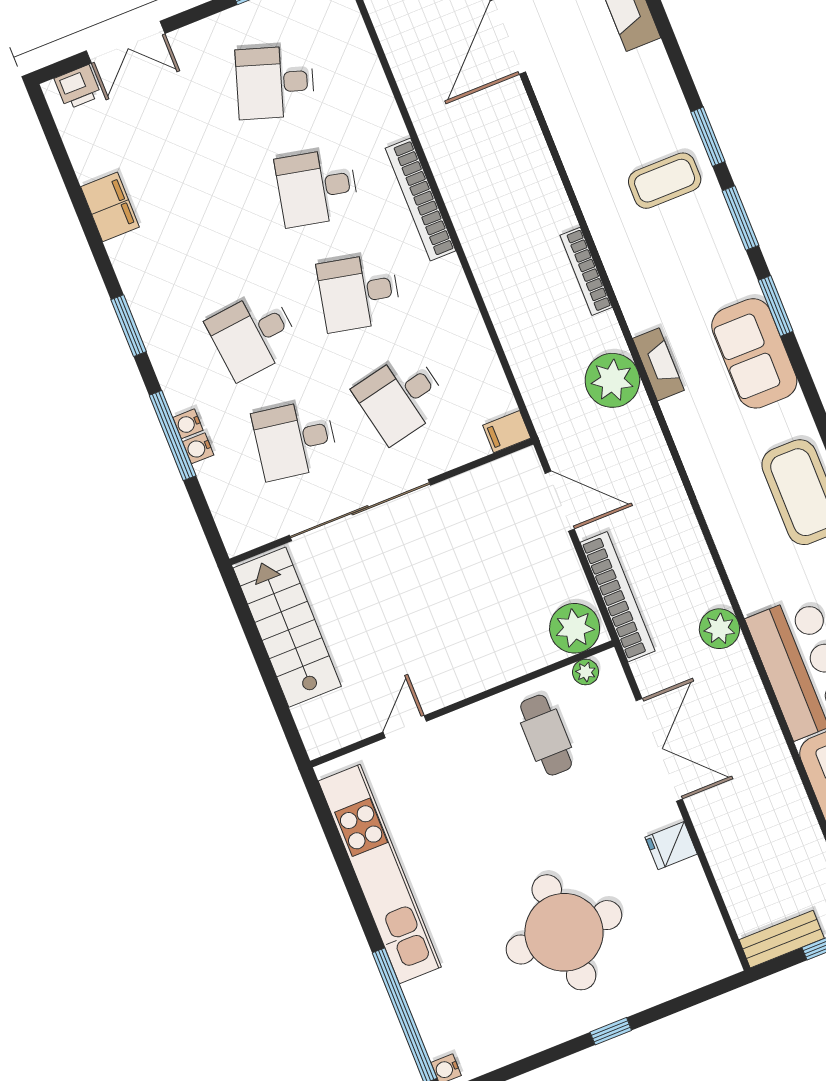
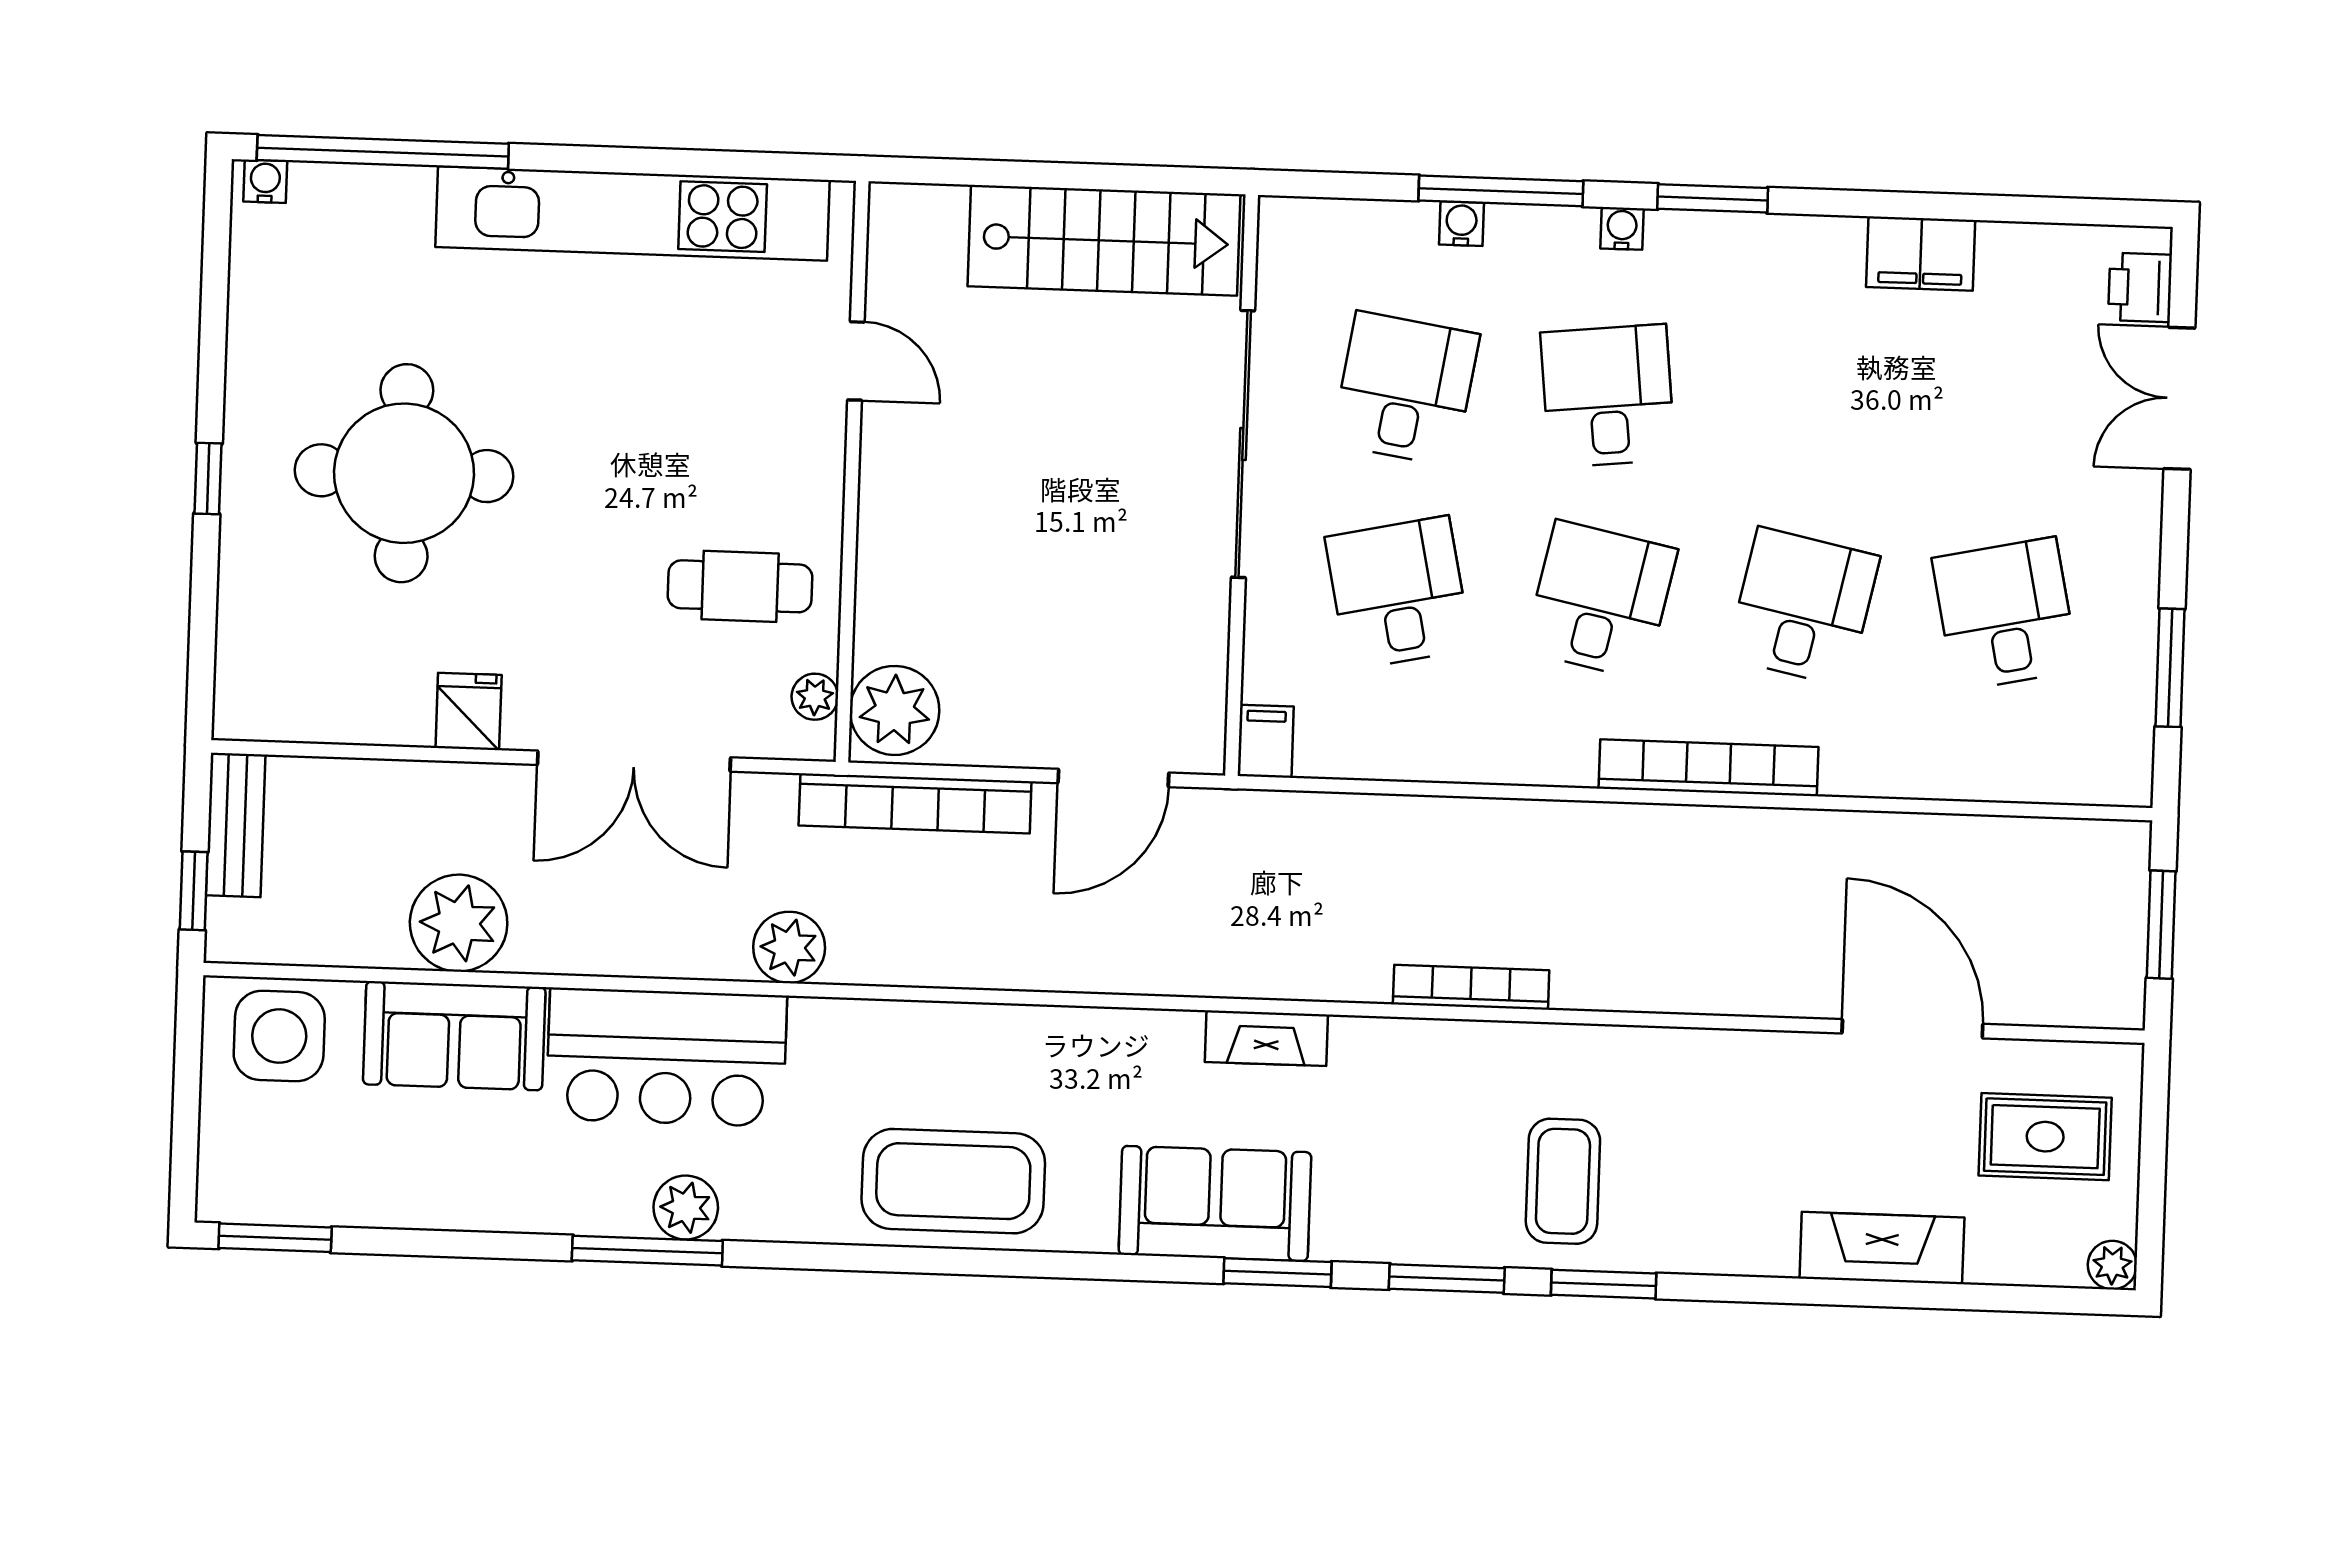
desk: (275, 82) -> (2005, 614), turned -30
plant: (612, 380) -> (459, 923), moved
water cooler: (188, 424) -> (1622, 228), moved

